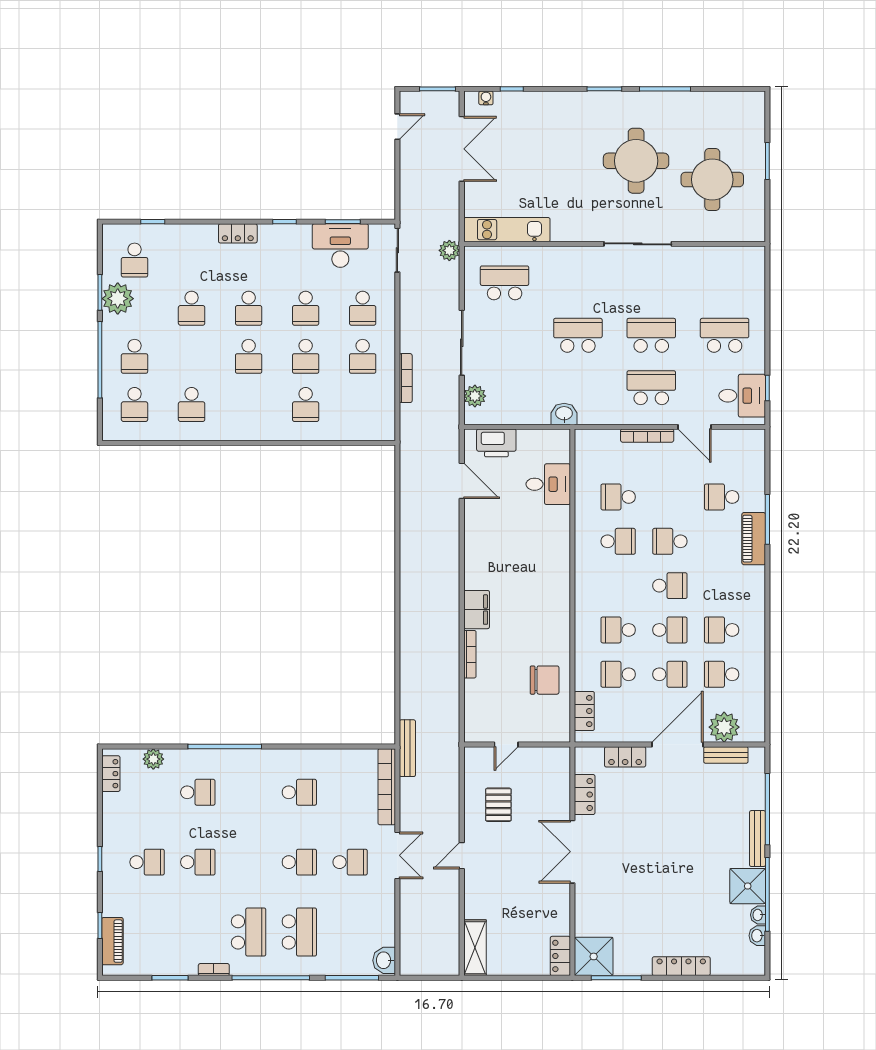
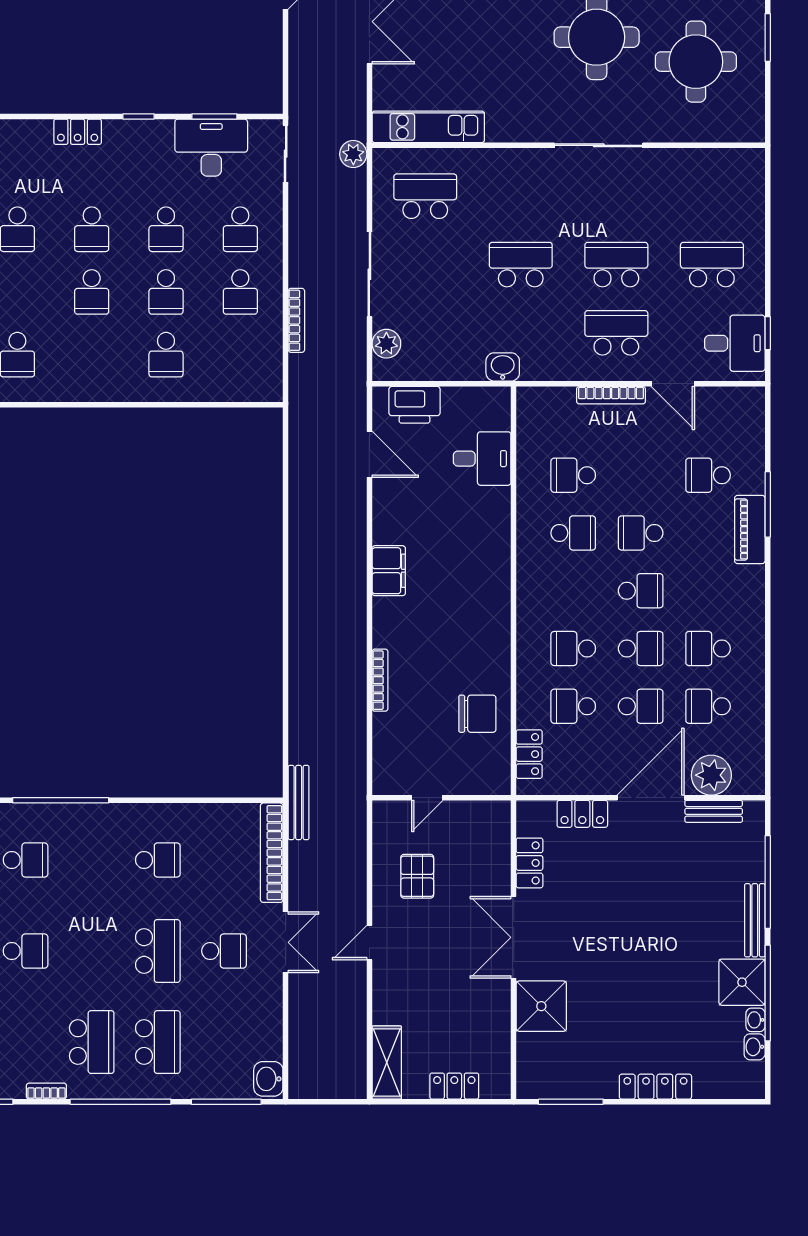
filing cabinet: (477, 610) -> (389, 571), moved
school desk: (299, 862) -> (158, 951), width x1.85
locker: (560, 956) -> (454, 1086), moved, turned 90
shower: (594, 956) -> (541, 1006), moved

